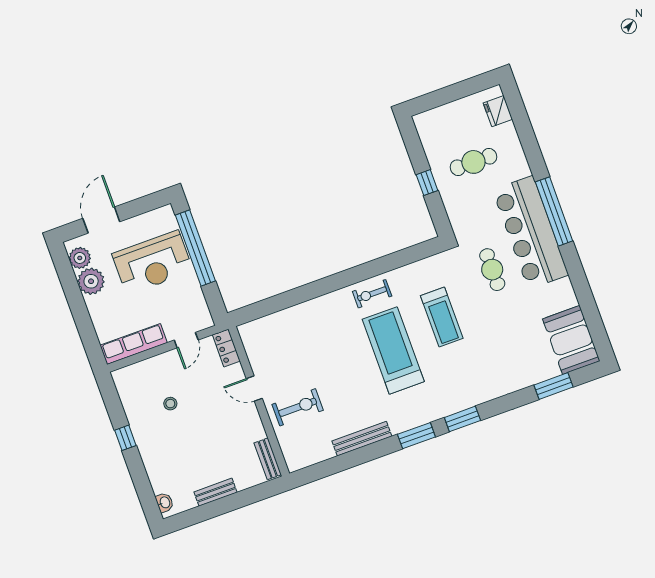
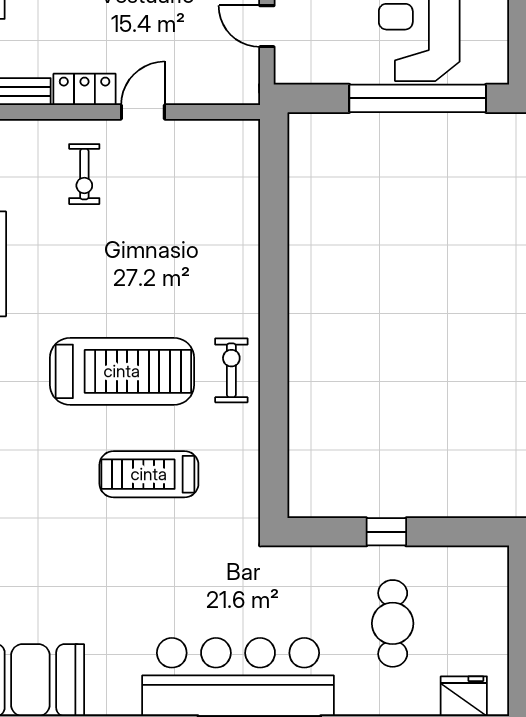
cafe table: (492, 270) -> (198, 589), removed
locker: (226, 348) -> (85, 89), moved
exercise bike: (298, 407) -> (84, 174), width x0.73, depth x0.72

